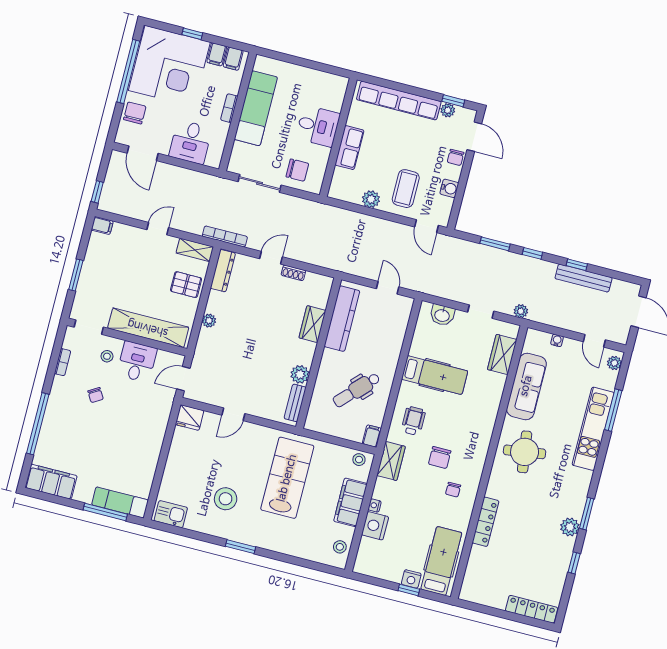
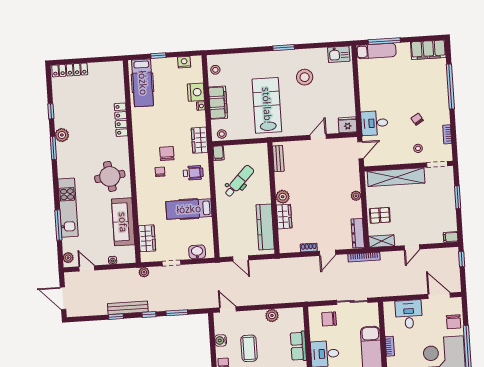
coffee table: (406, 189) -> (249, 348), moved
bench: (584, 278) -> (128, 308), moved
desk: (137, 362) -> (374, 123), moved, turned 90
plant: (300, 374) -> (283, 197), moved
wheelchair: (413, 421) -> (193, 173), turned -90
lab bench: (287, 478) -> (267, 105), turned 180
chair: (453, 490) -> (160, 172), moved
nightstand: (411, 579) -> (184, 62), moved

